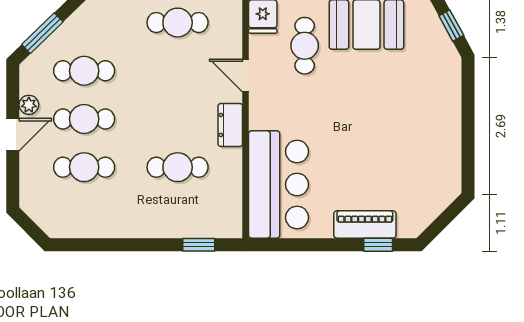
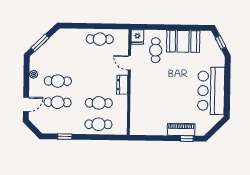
cafe table: (84, 71) -> (98, 124), moved
door: (13, 135) -> (26, 104), moved
bar counter: (278, 184) -> (211, 91), moved, turned 180
window: (199, 245) -> (65, 137), moved

